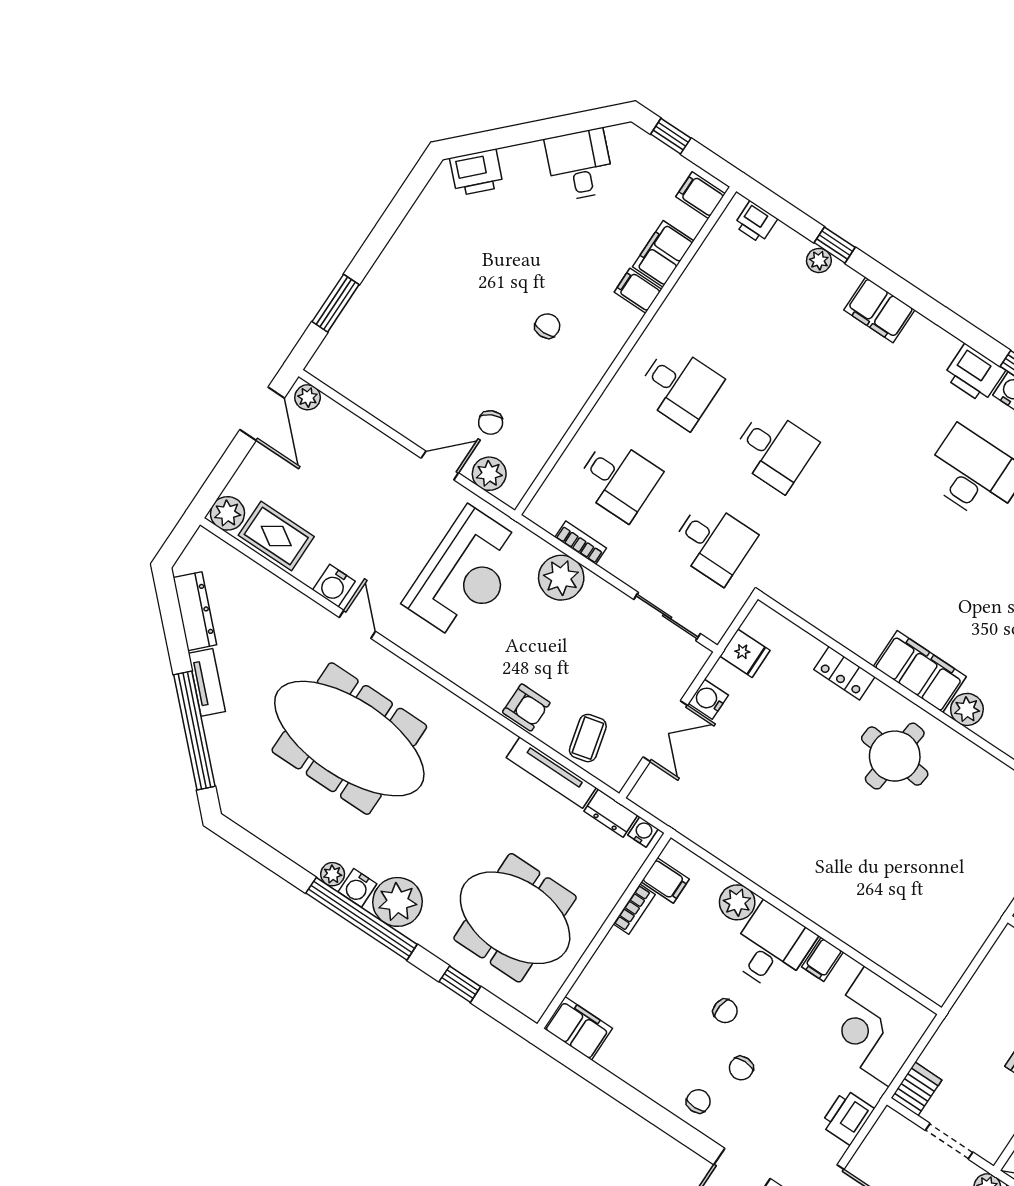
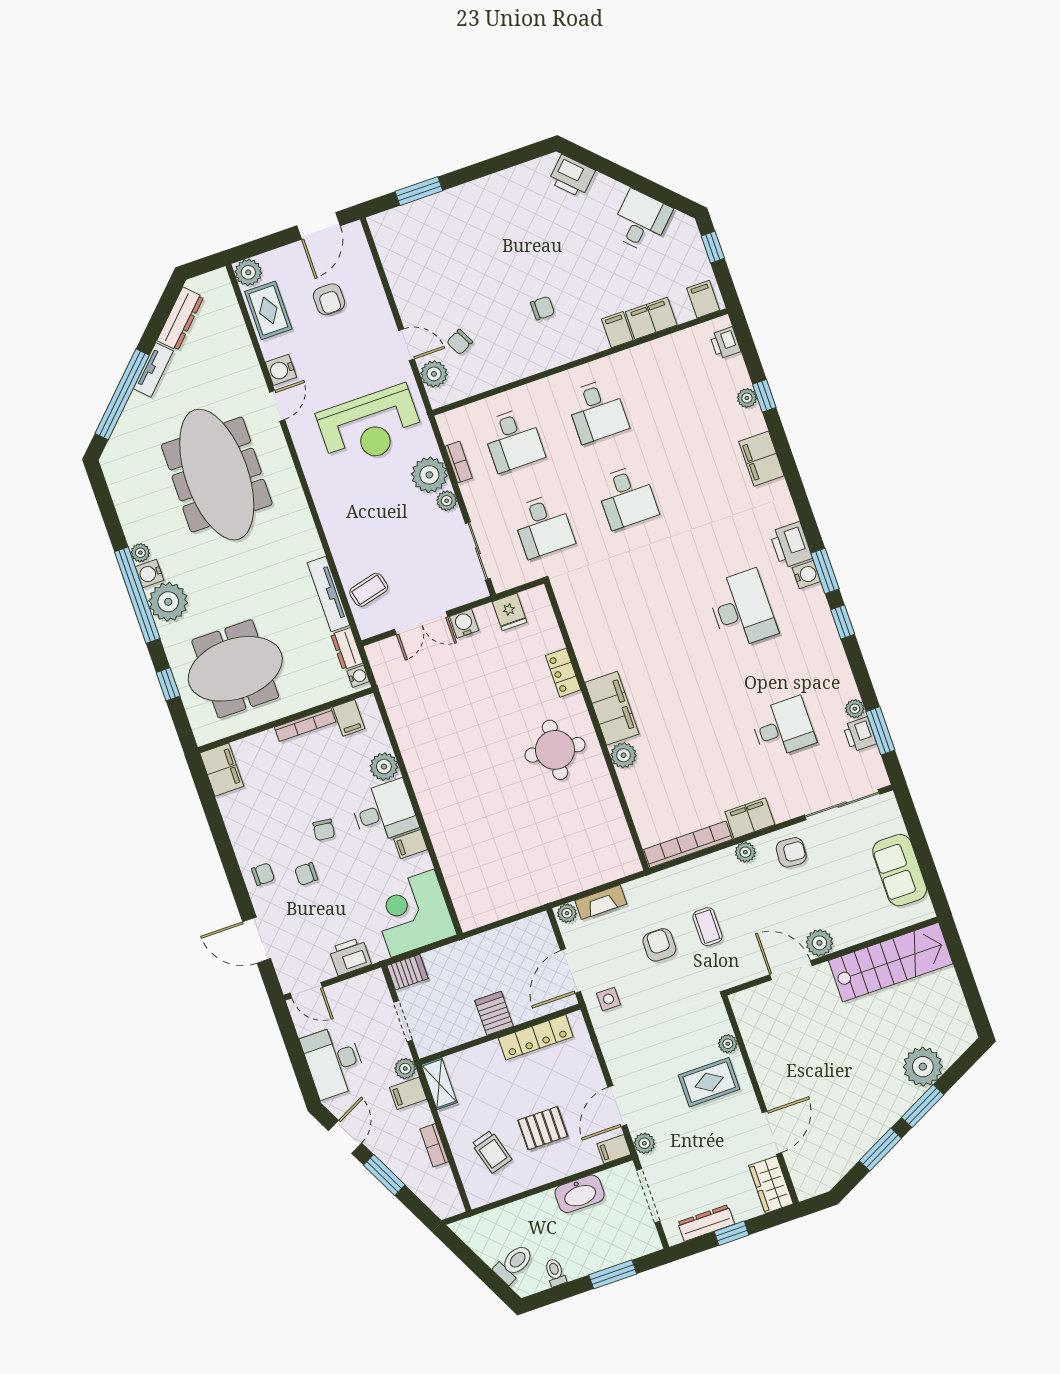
plant: (308, 397) -> (447, 501), moved
armchair: (526, 707) -> (329, 299), moved
bookcase: (634, 909) -> (305, 725), width x1.56
meeting table: (515, 918) -> (235, 669), turned 90

